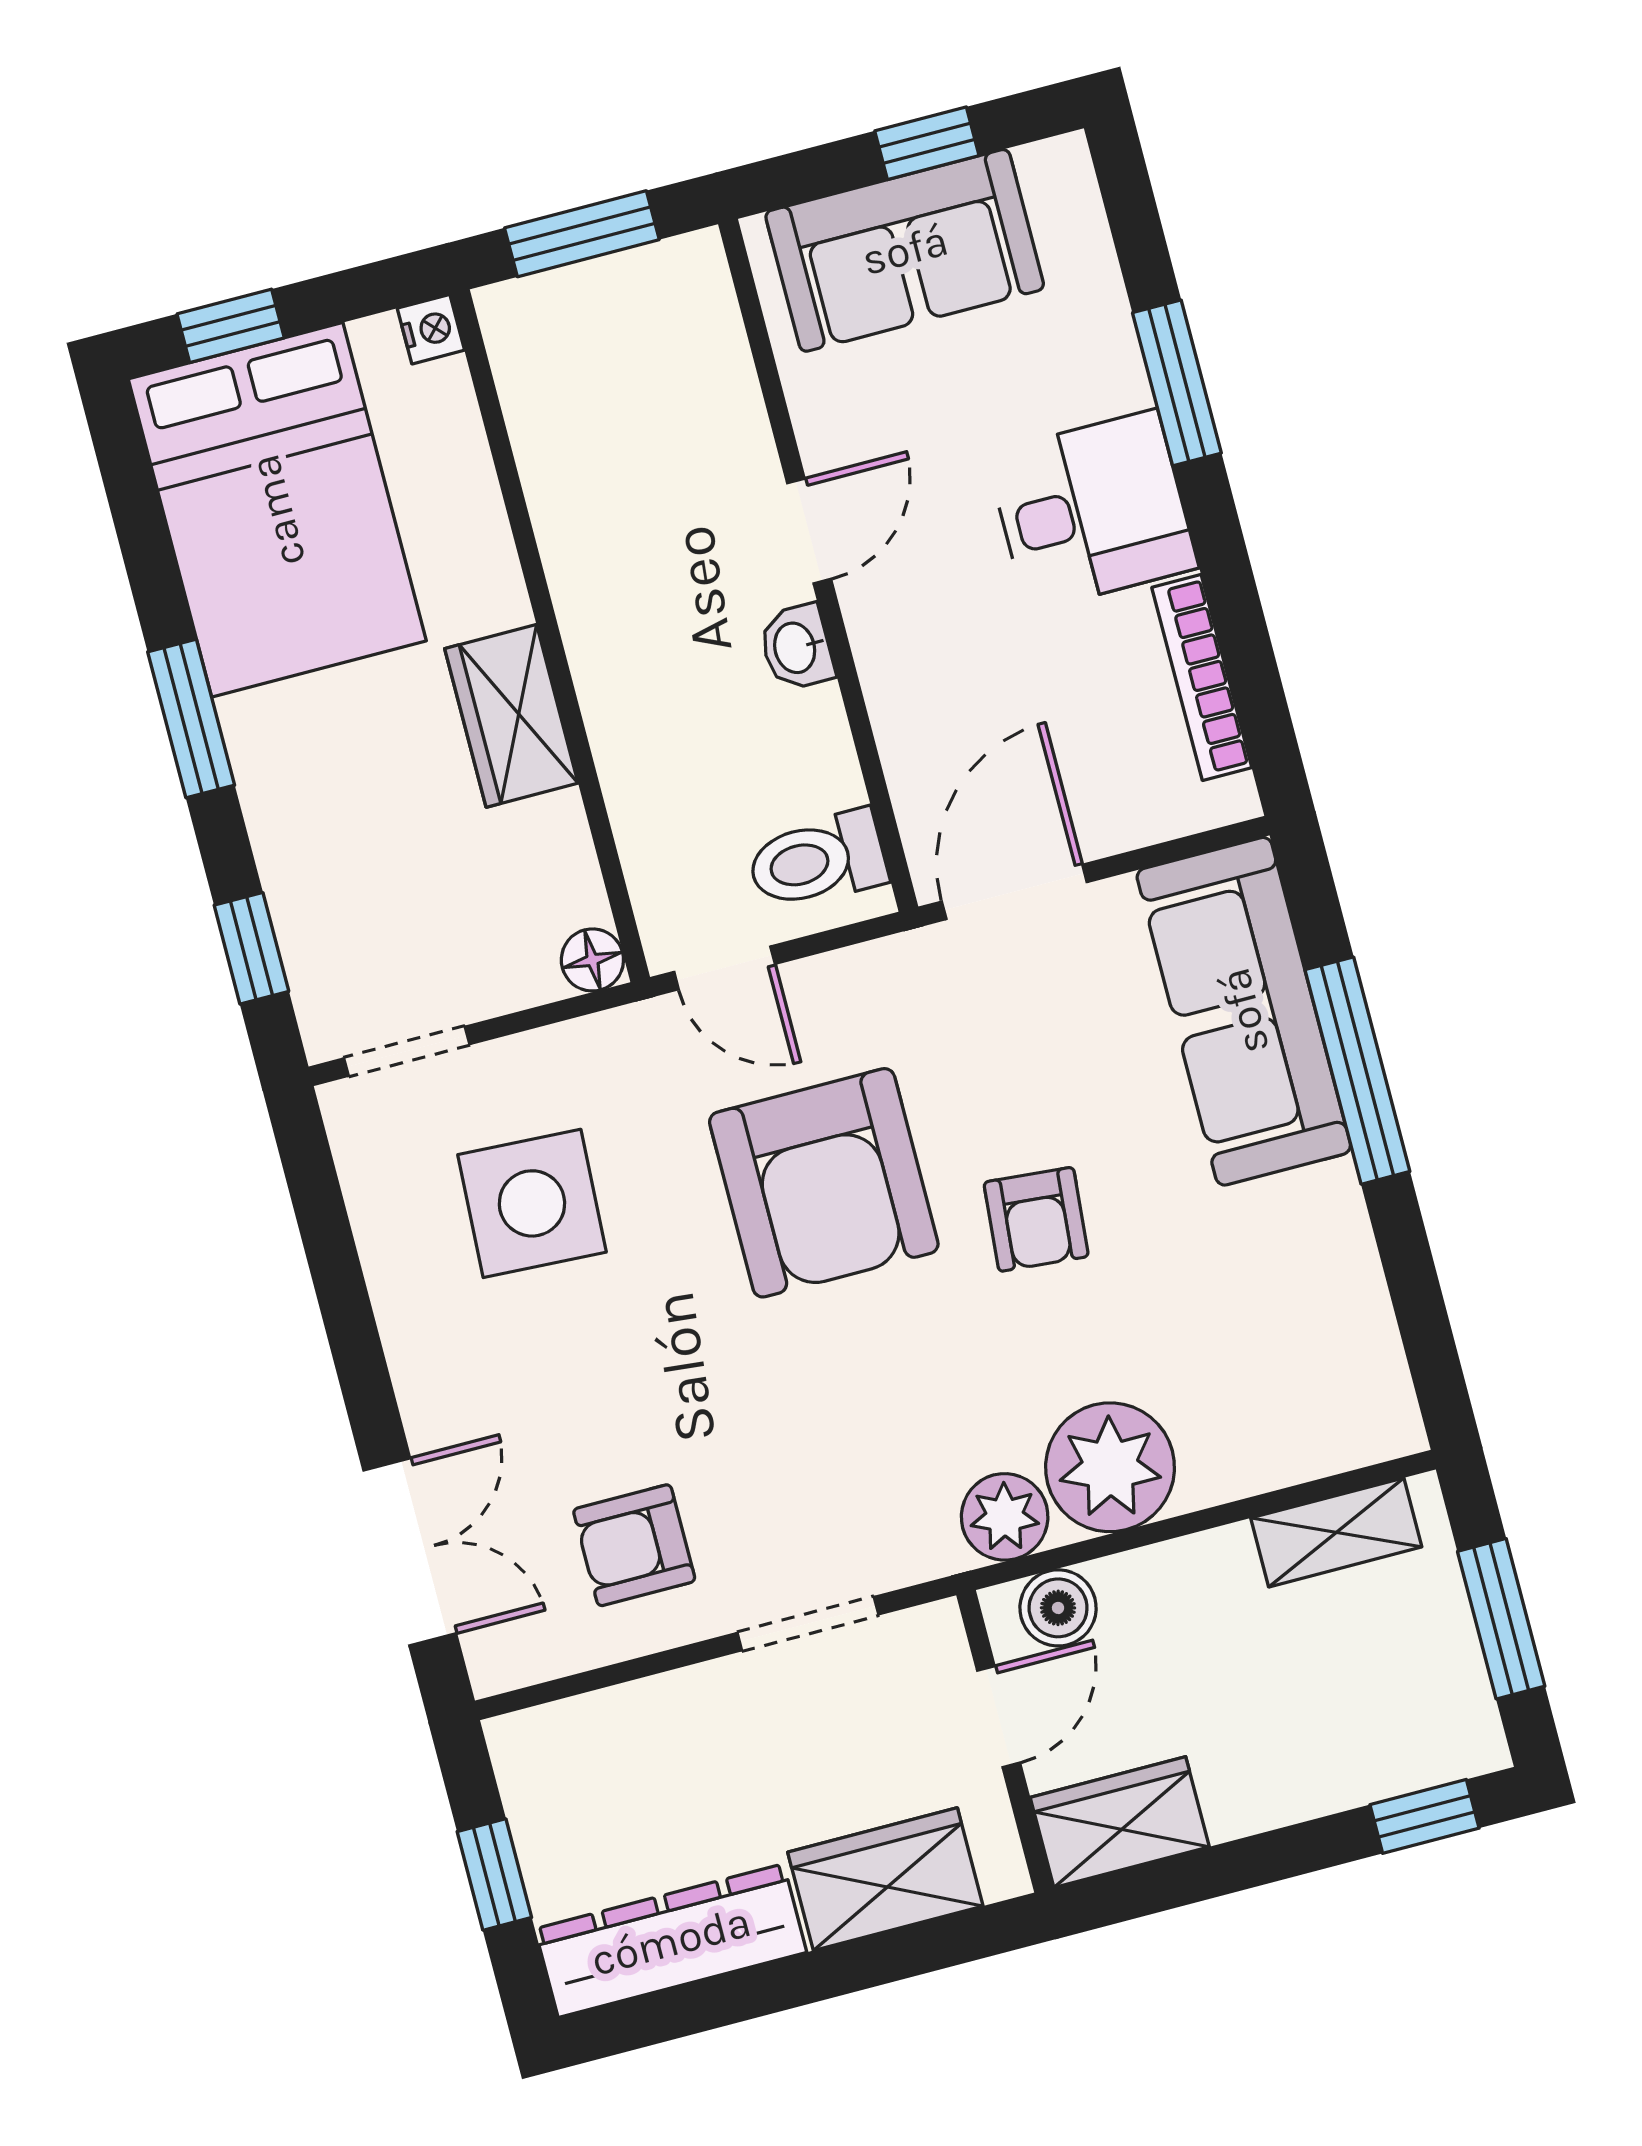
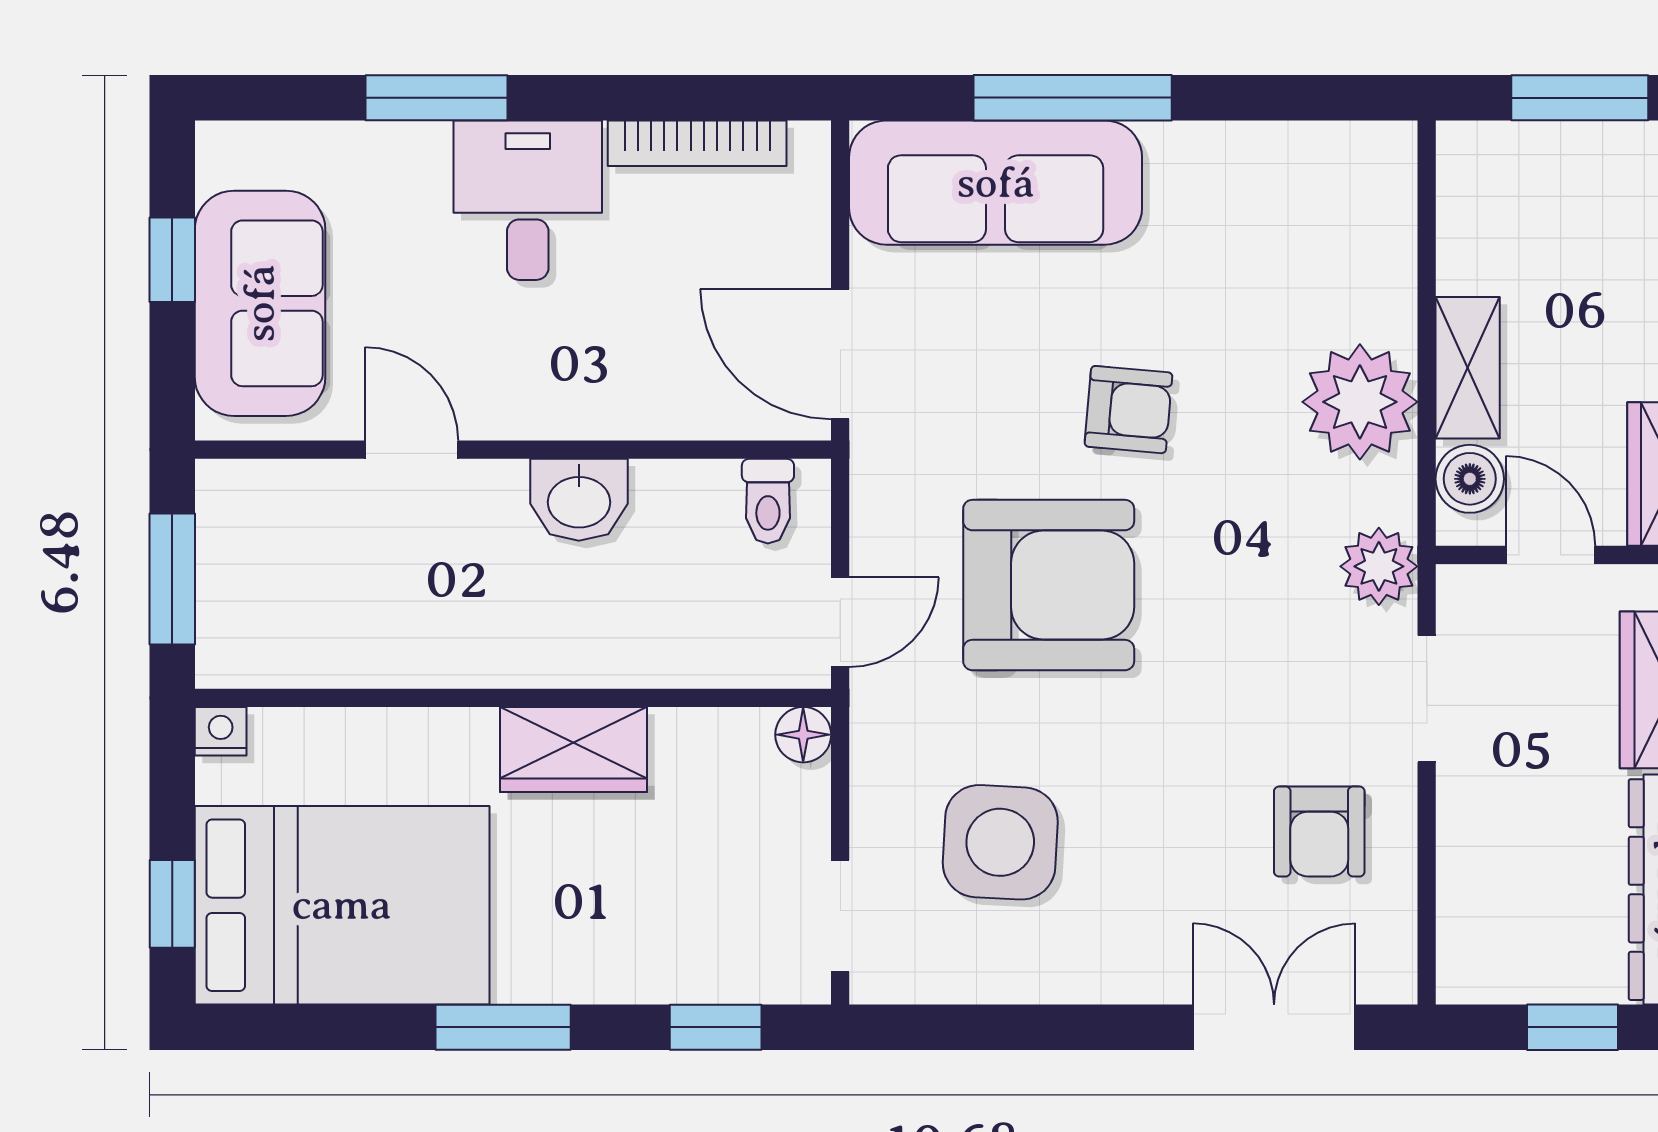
door: (809, 531) -> (412, 450), moved
washbasin: (797, 647) -> (579, 500), width x1.38, depth x1.45
toilet: (817, 860) -> (768, 501), width x0.73, depth x0.72
plant: (1005, 1517) -> (1379, 566), moved
shelving: (1336, 1532) -> (1468, 368), moved

